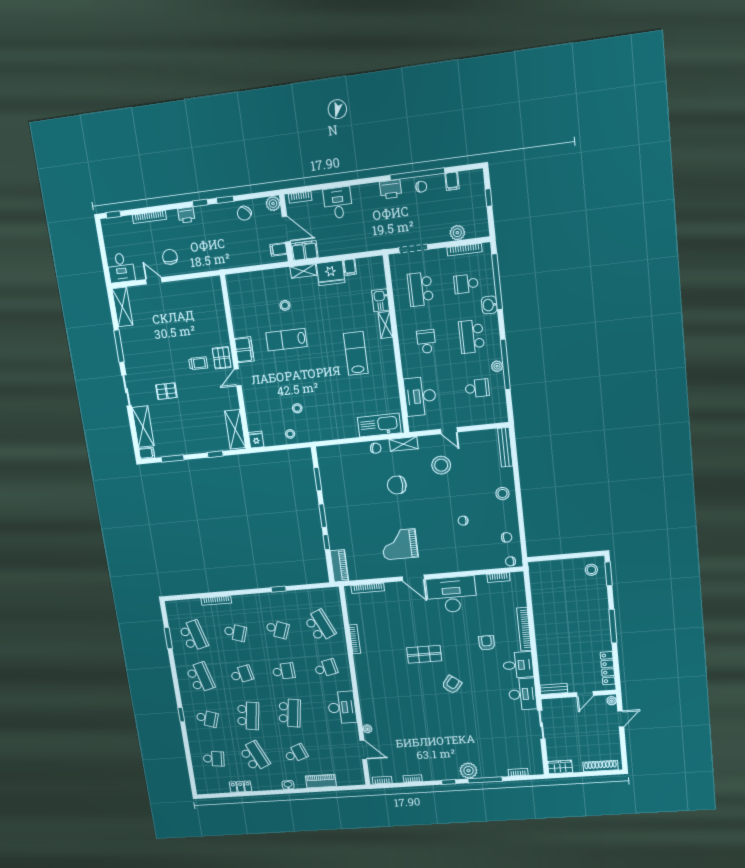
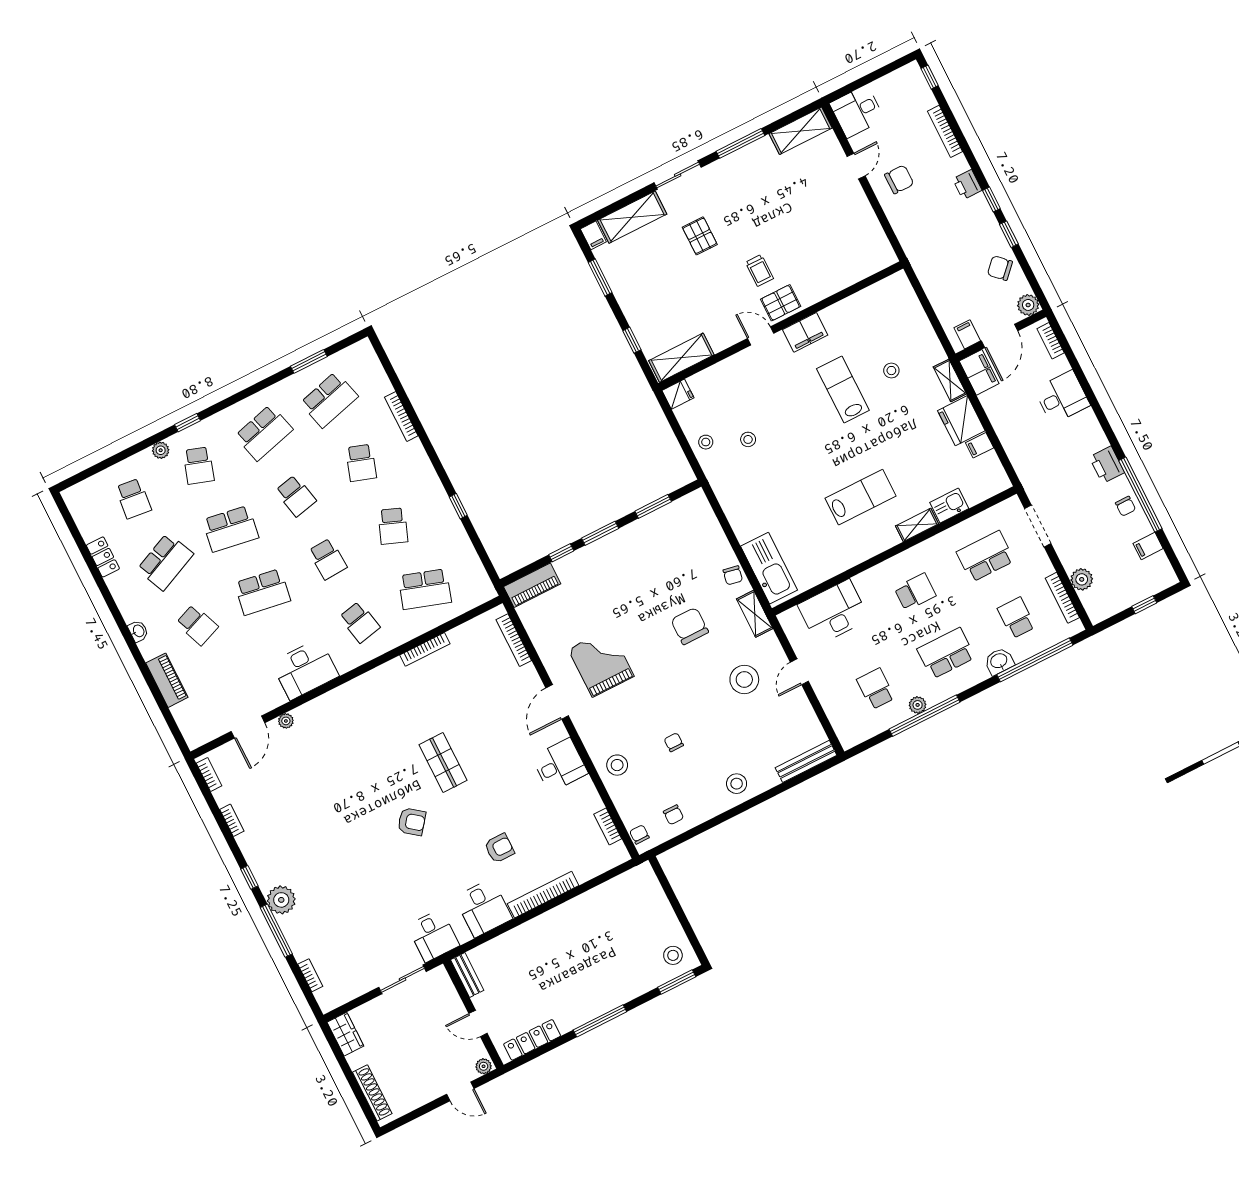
school desk: (477, 388) -> (876, 689), turned 180
stool: (464, 558) -> (617, 765), added
desk: (452, 595) -> (560, 765), width x0.53, depth x0.77
school desk: (320, 626) -> (425, 589), turned 42
desk: (522, 694) -> (433, 936), width x0.73
plant: (192, 735) -> (161, 450), added

